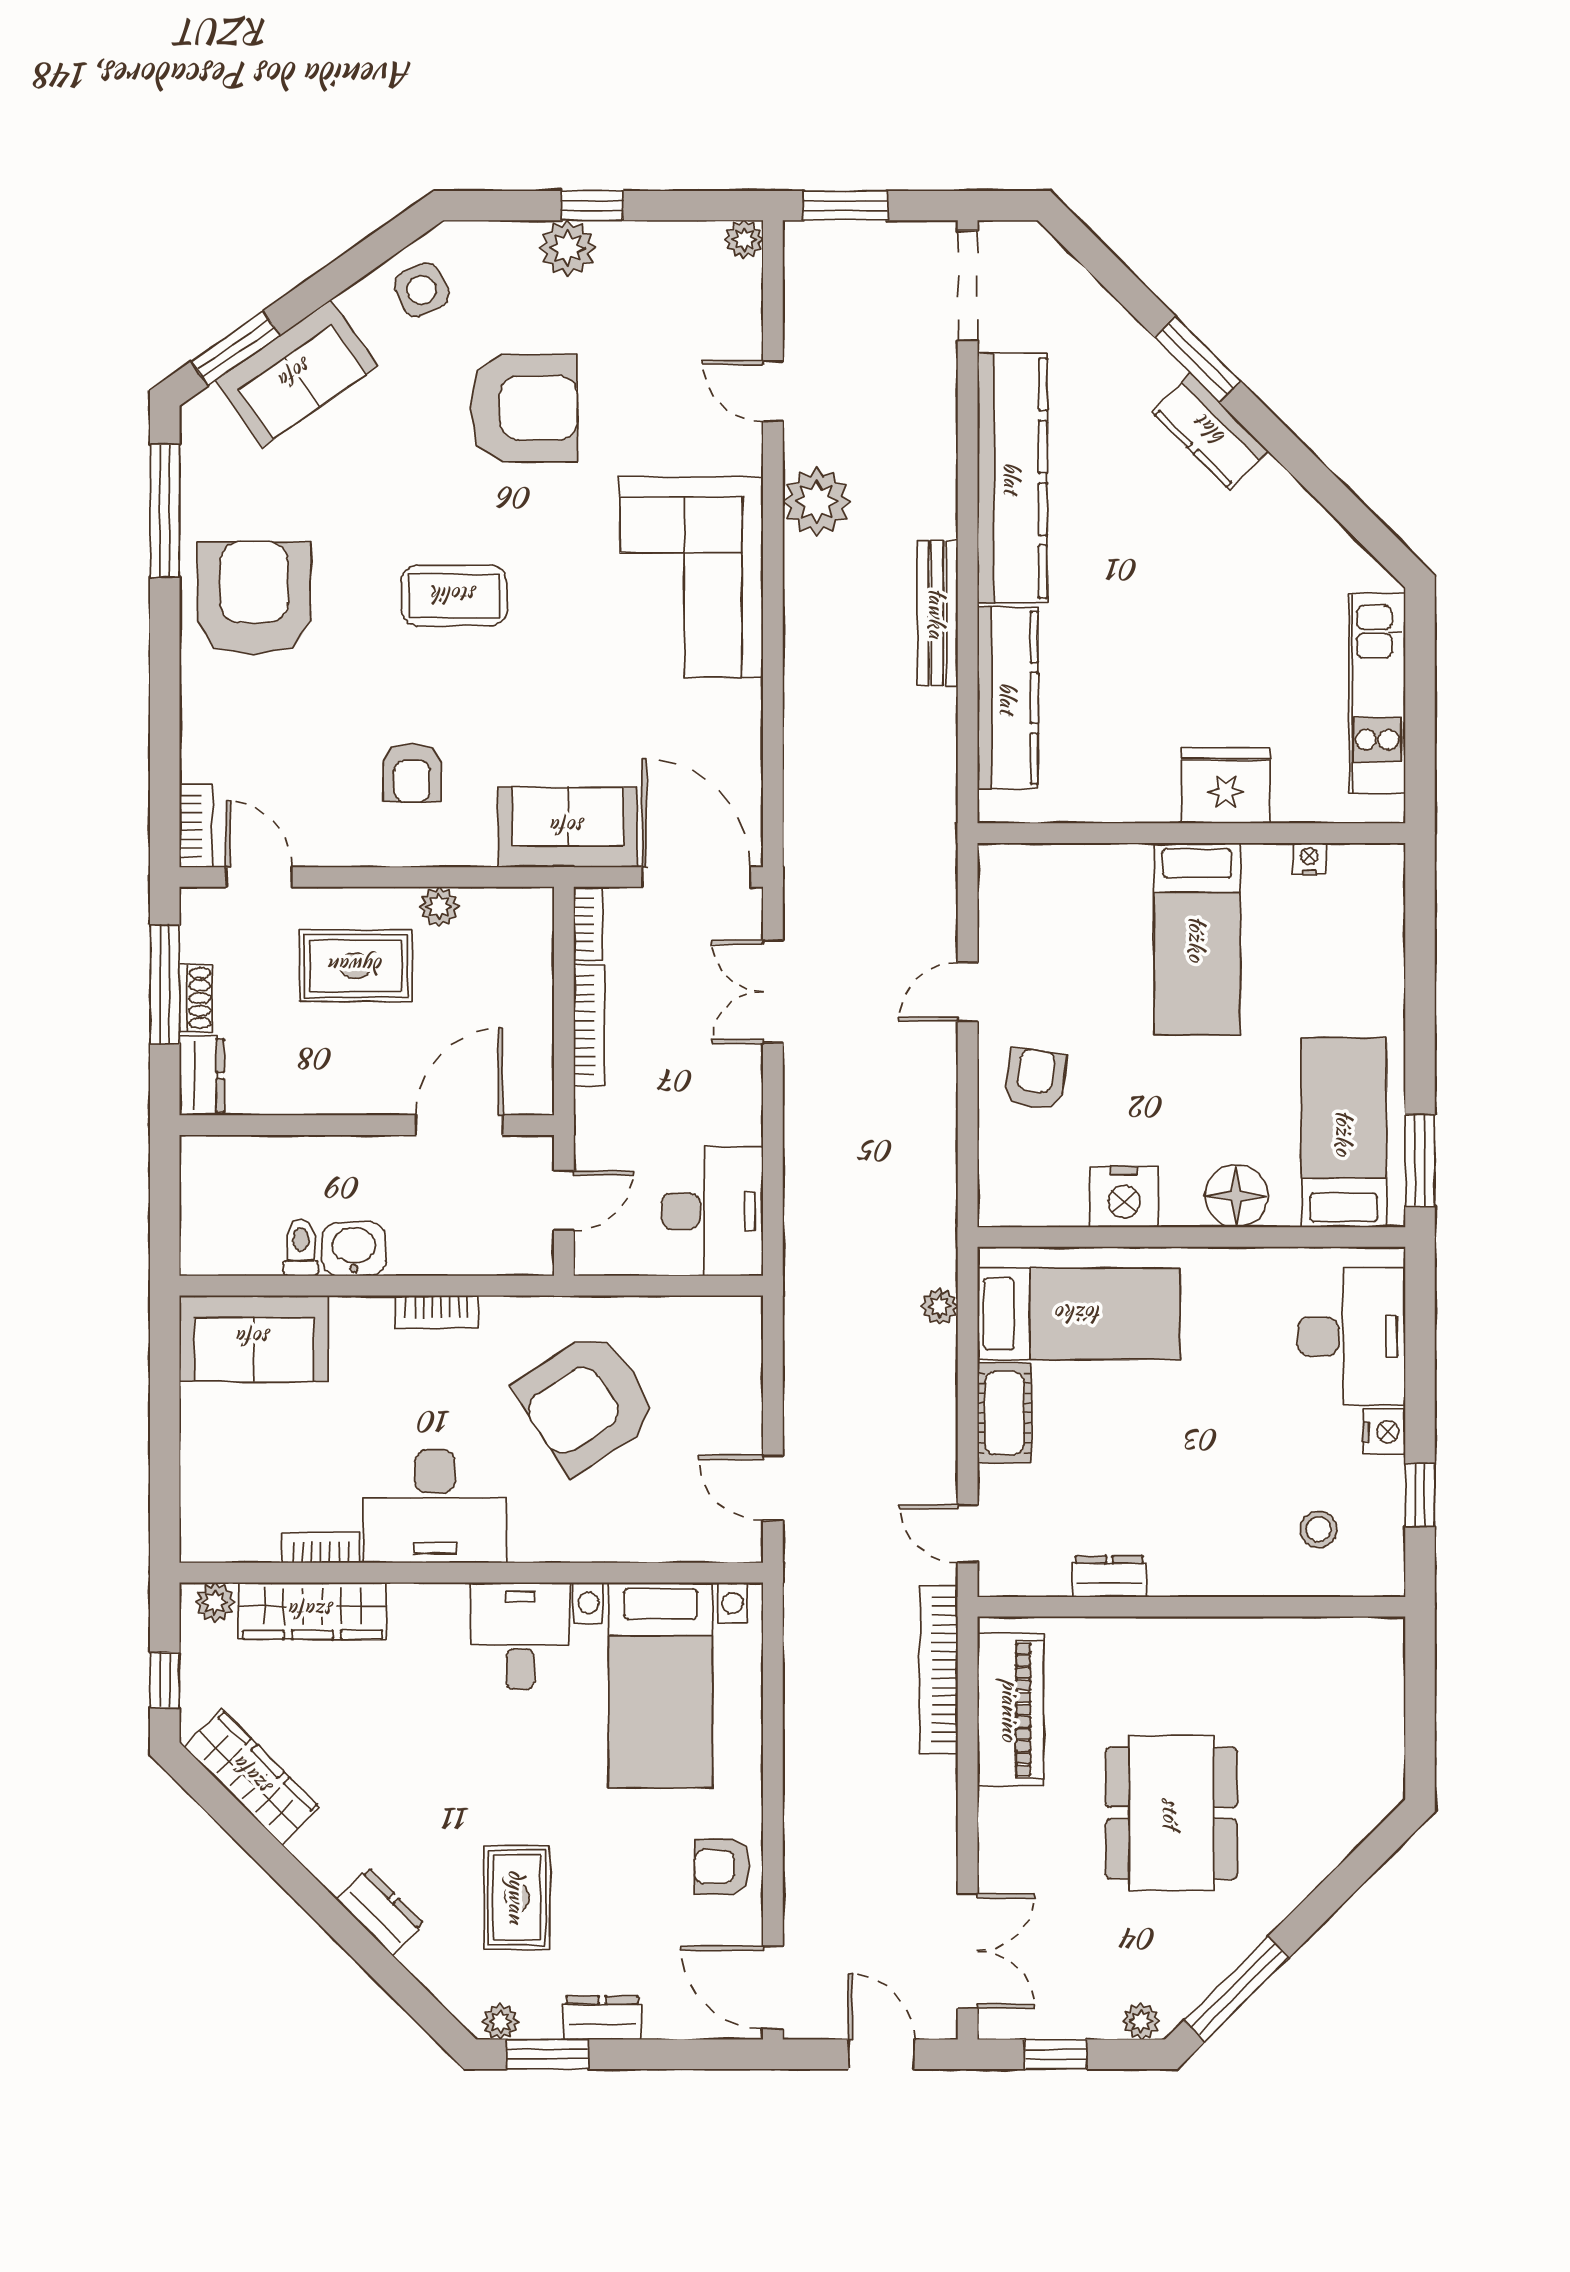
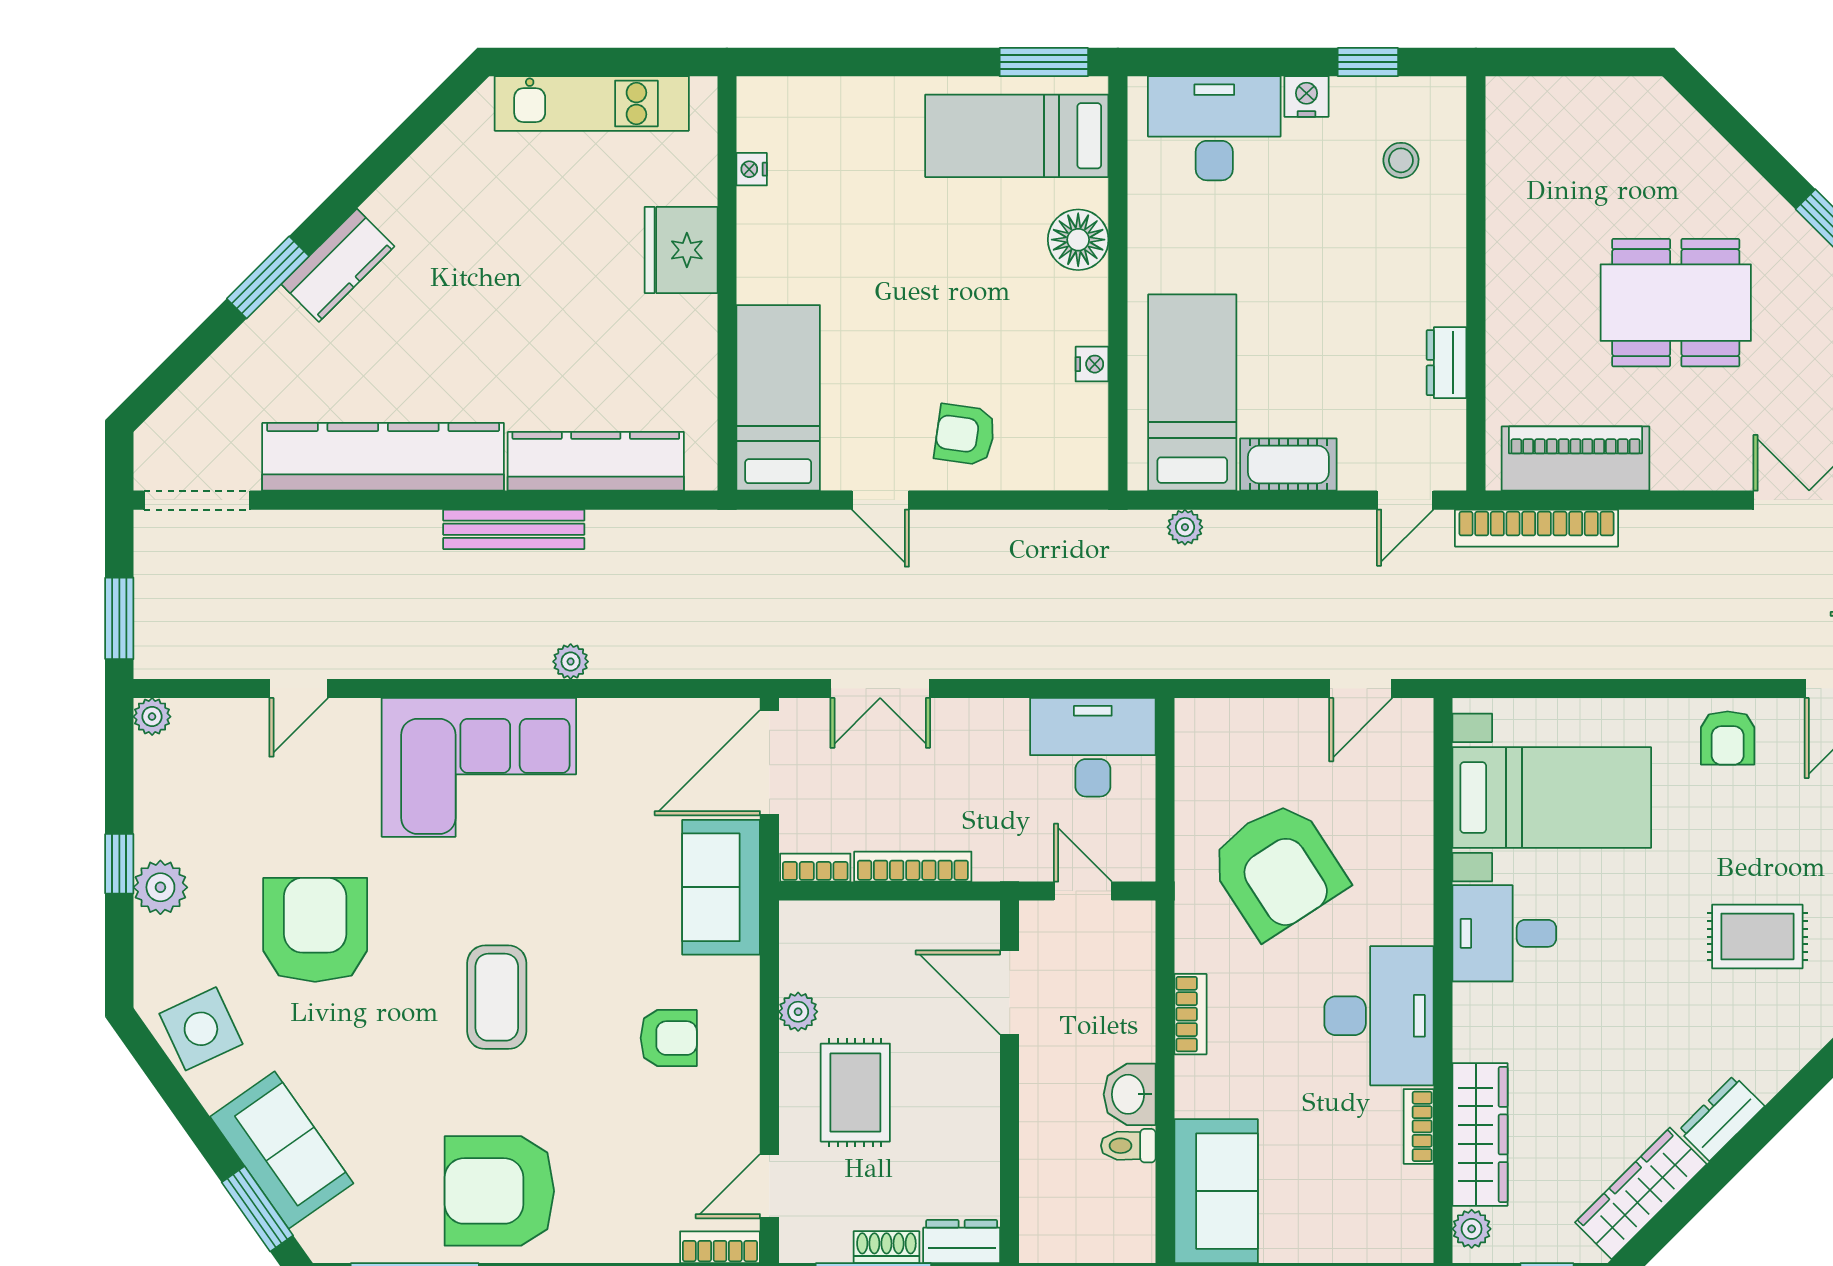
side table: (421, 290) -> (201, 1029), width x1.37, depth x1.37
plant: (817, 502) -> (571, 662), moved, width x0.53, depth x0.53
bed: (1197, 939) -> (778, 398), moved, turned -90
nightstand: (1124, 1197) -> (1092, 364), width x0.53, depth x0.56
dresser: (380, 1912) -> (1722, 1118), moved

